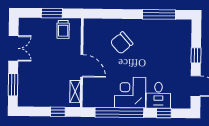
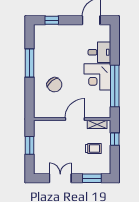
window: (159, 14) -> (30, 63), moved
trolley: (63, 29) -> (93, 148), moved
window: (196, 55) -> (52, 20), moved
window: (164, 113) -> (115, 47), removed

